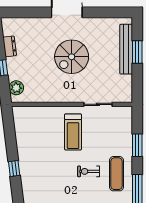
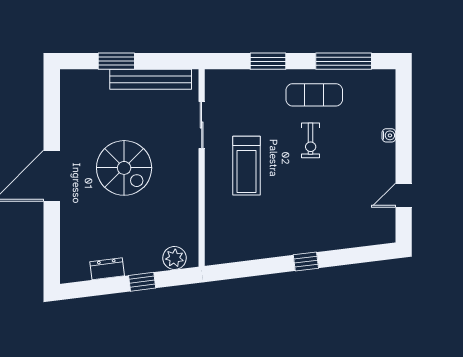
bench: (126, 49) -> (151, 79), moved
treadmill: (73, 132) -> (246, 166), turned 90

